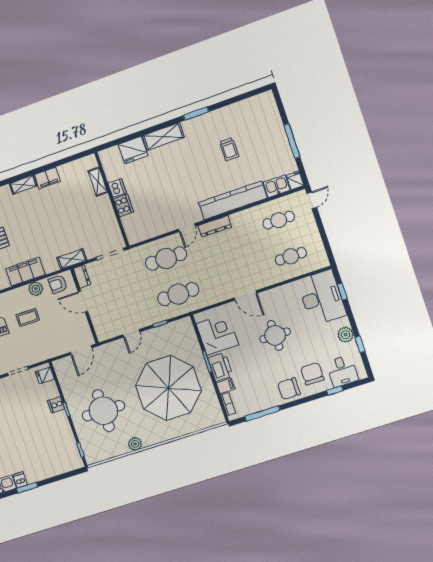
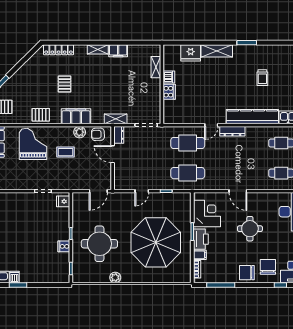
cooker: (56, 405) -> (64, 246), moved

